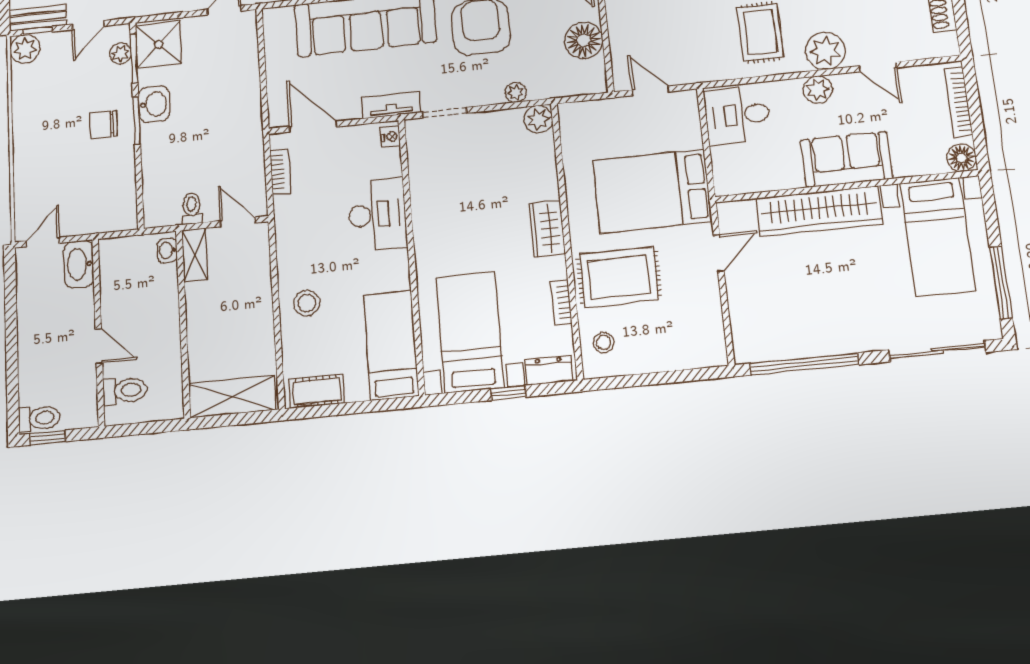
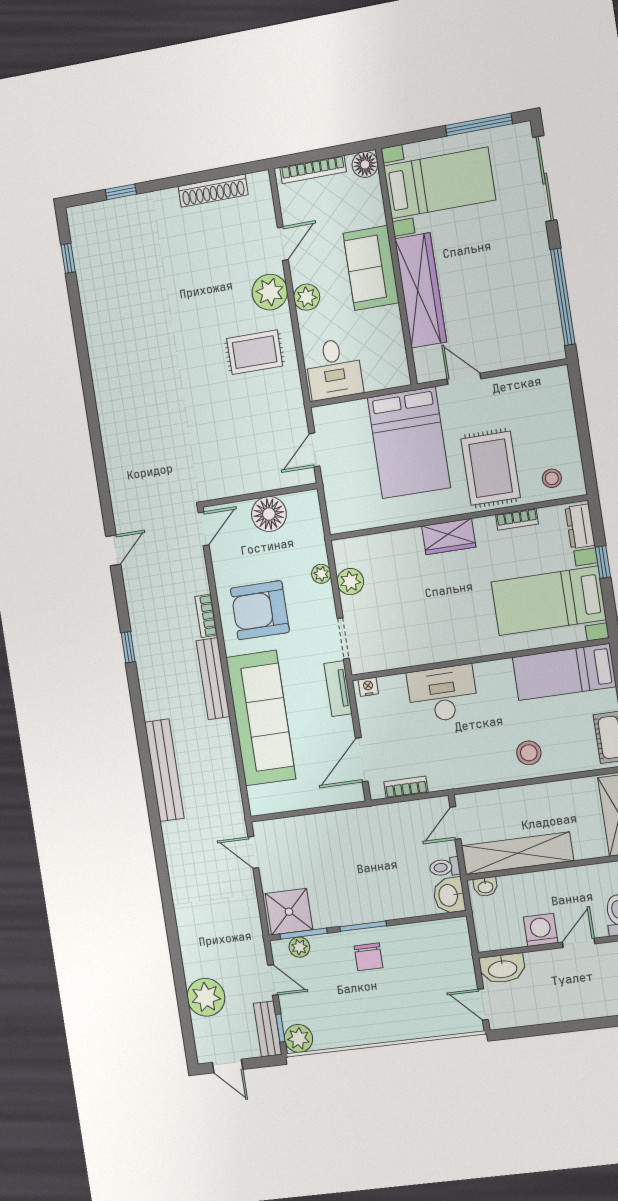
washbasin: (154, 104) -> (449, 895), moved, turned -90
plant: (538, 119) -> (350, 582), moved
shelving: (195, 255) -> (517, 853), width x2.20, depth x1.33
washing machine: (116, 306) -> (541, 930), added

